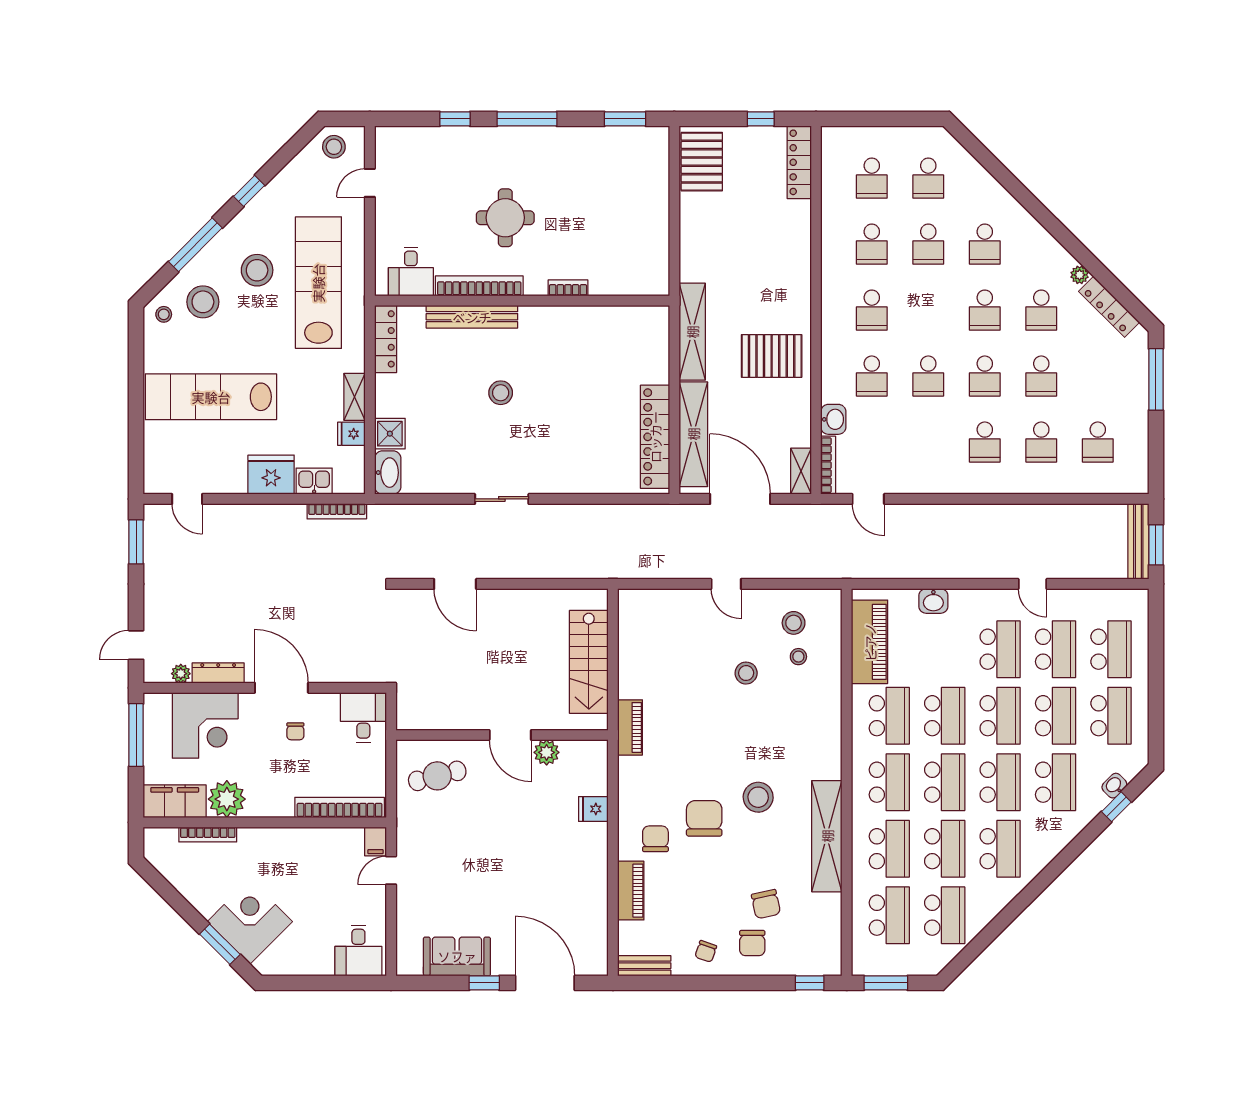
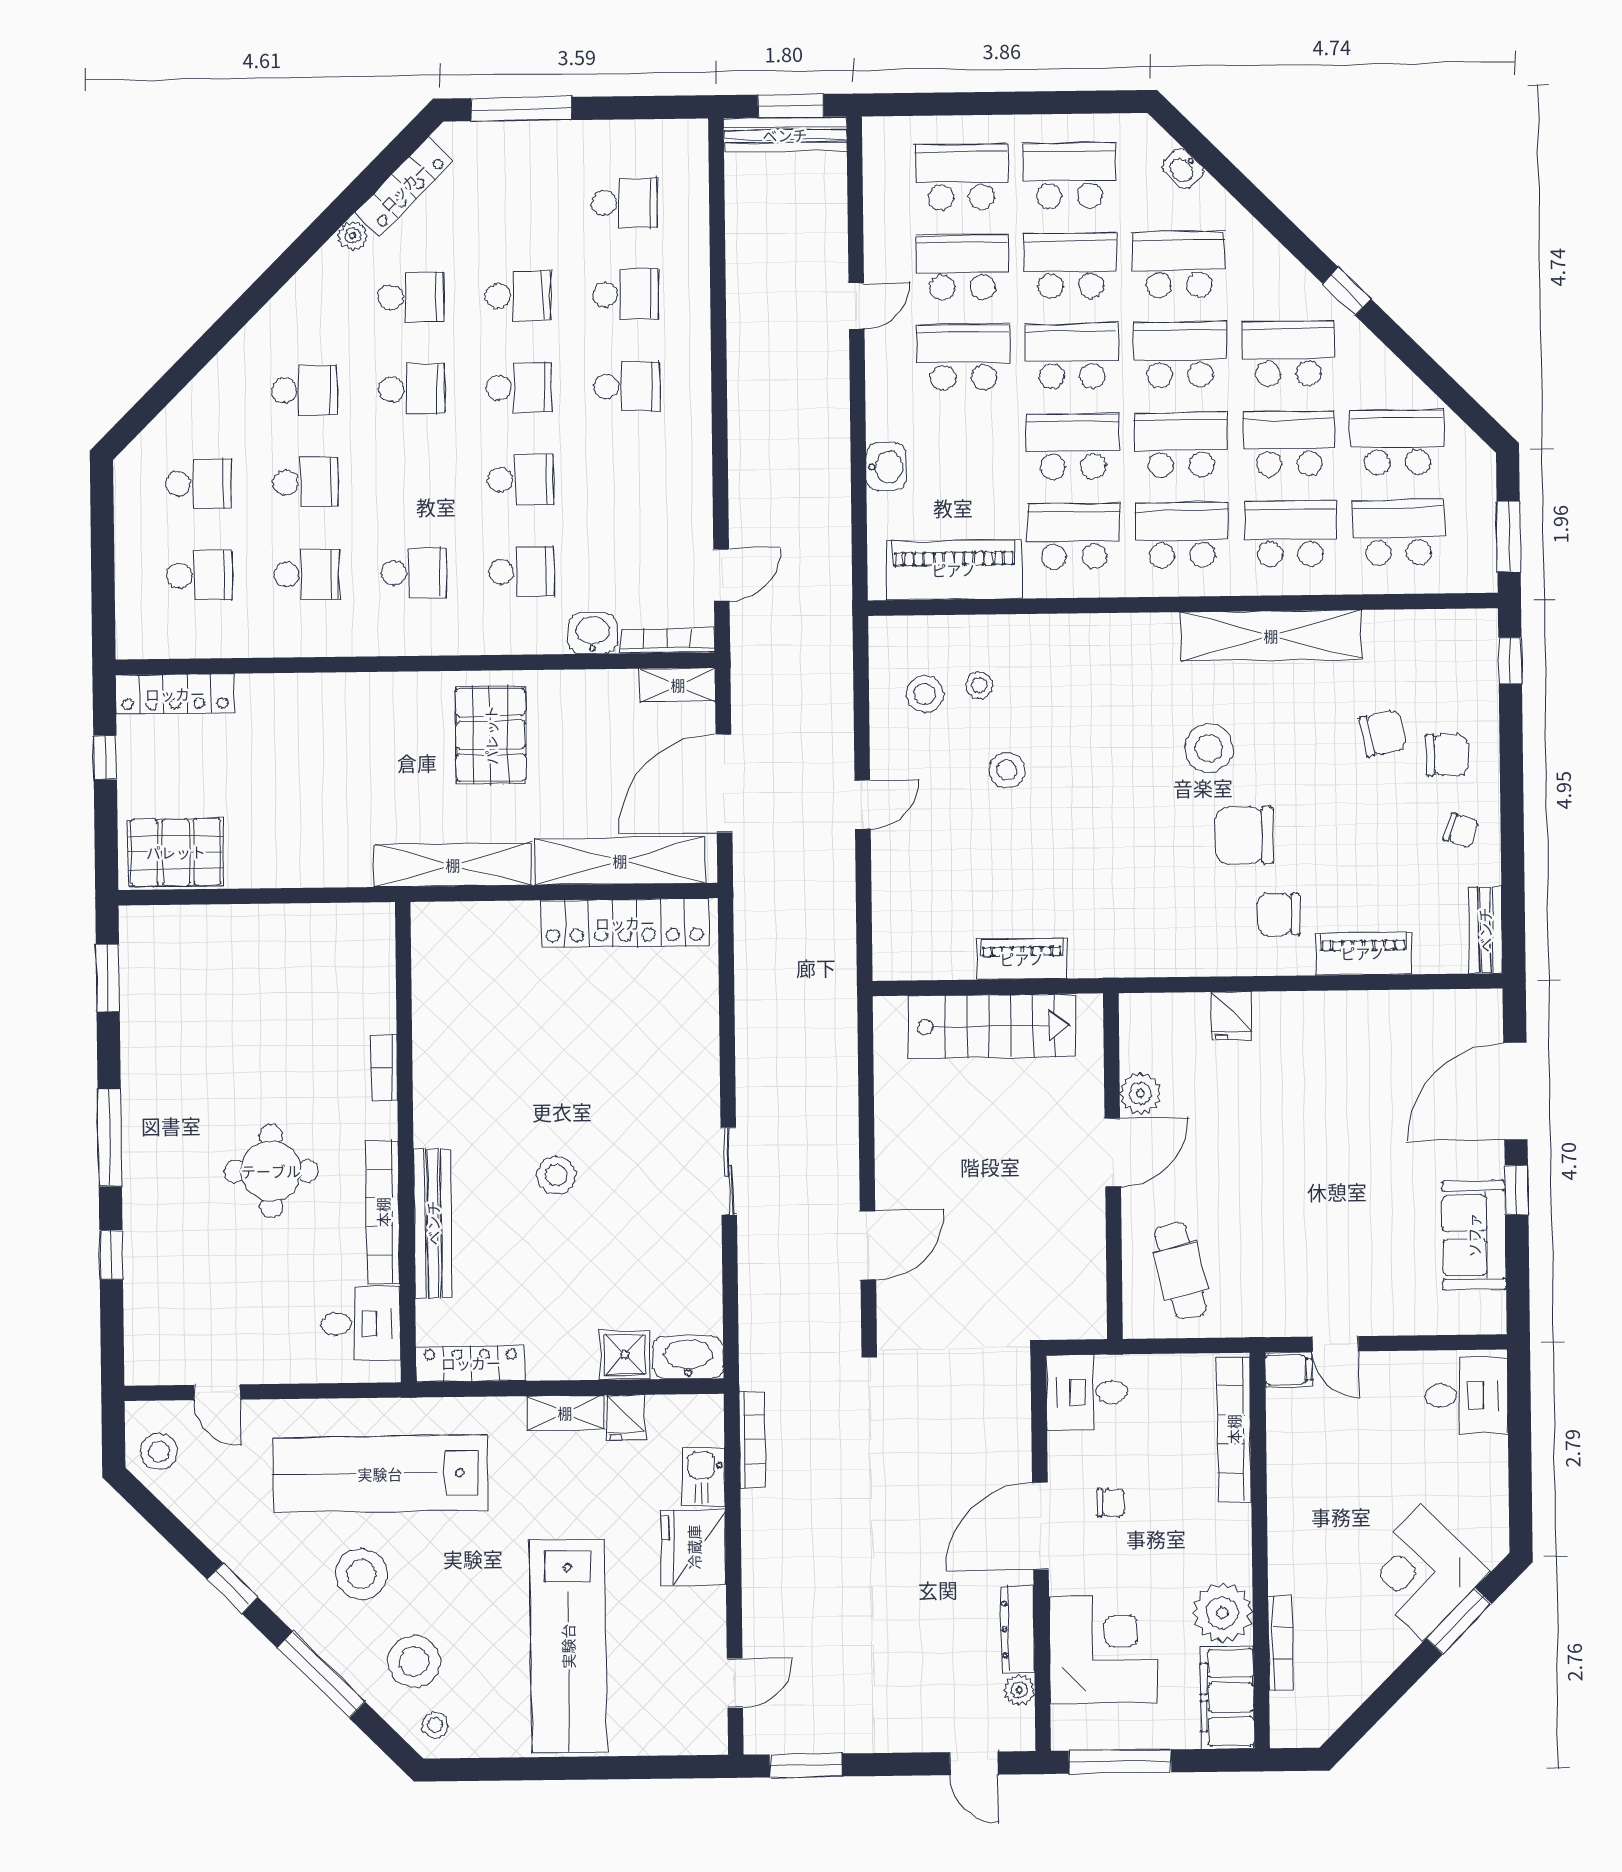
piano: (630, 727) -> (1022, 959), moved
window: (1116, 807) -> (1347, 291), moved

